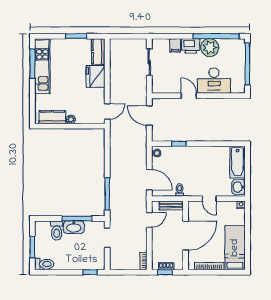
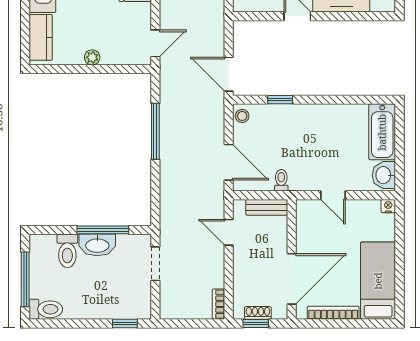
door: (149, 116) -> (229, 74), moved
kitchen counter: (52, 117) -> (41, 37), moved, turned 90
window: (107, 194) -> (155, 131), moved
door: (149, 220) -> (229, 232), swing flipped
door: (185, 236) -> (292, 279), moved
window: (32, 247) -> (25, 279), width x1.44

